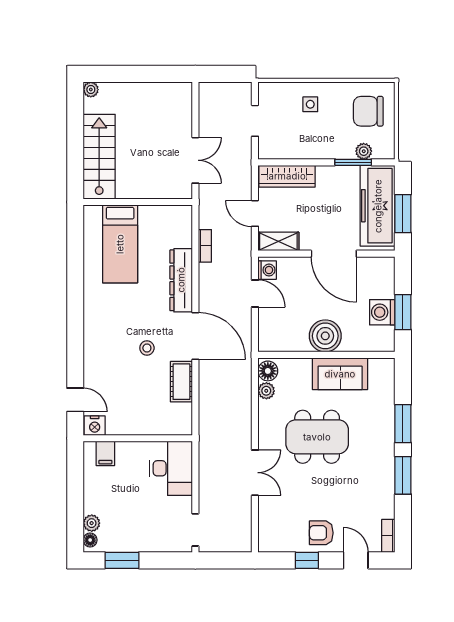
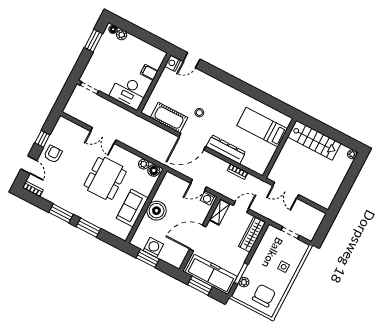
cot: (181, 382) -> (169, 118), width x1.37, depth x1.34
filing cabinet: (105, 453) -> (149, 72), moved
door: (356, 560) -> (29, 165), hinge flipped

